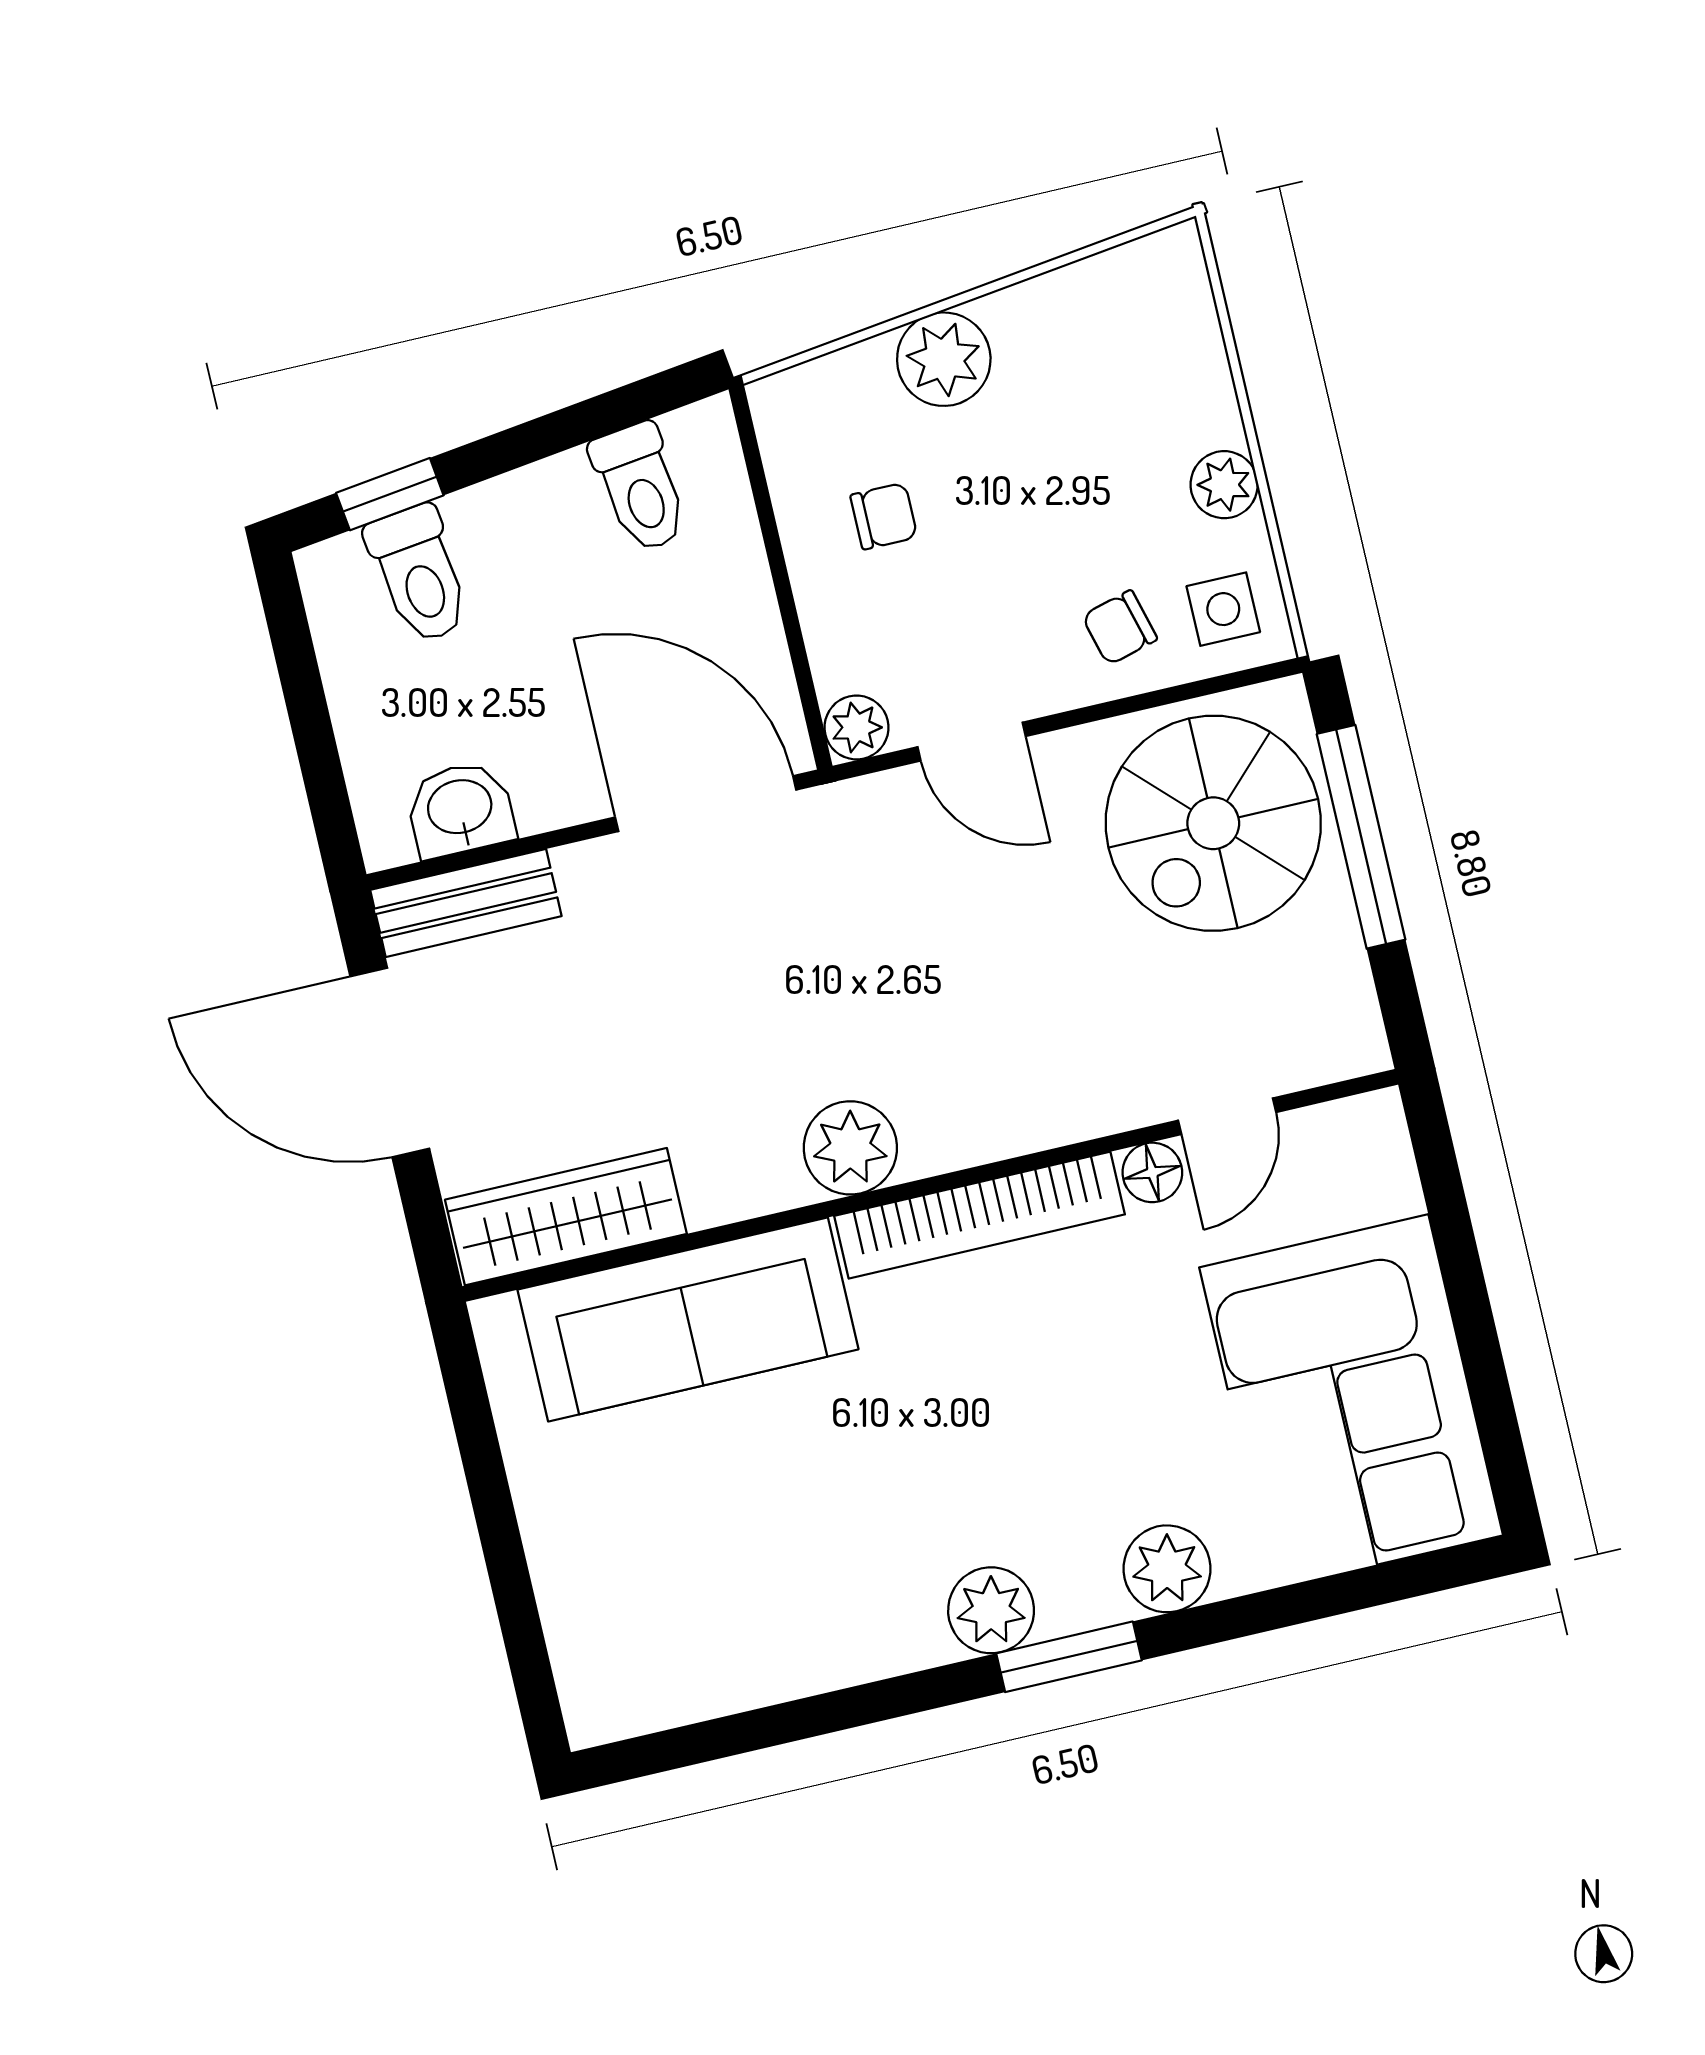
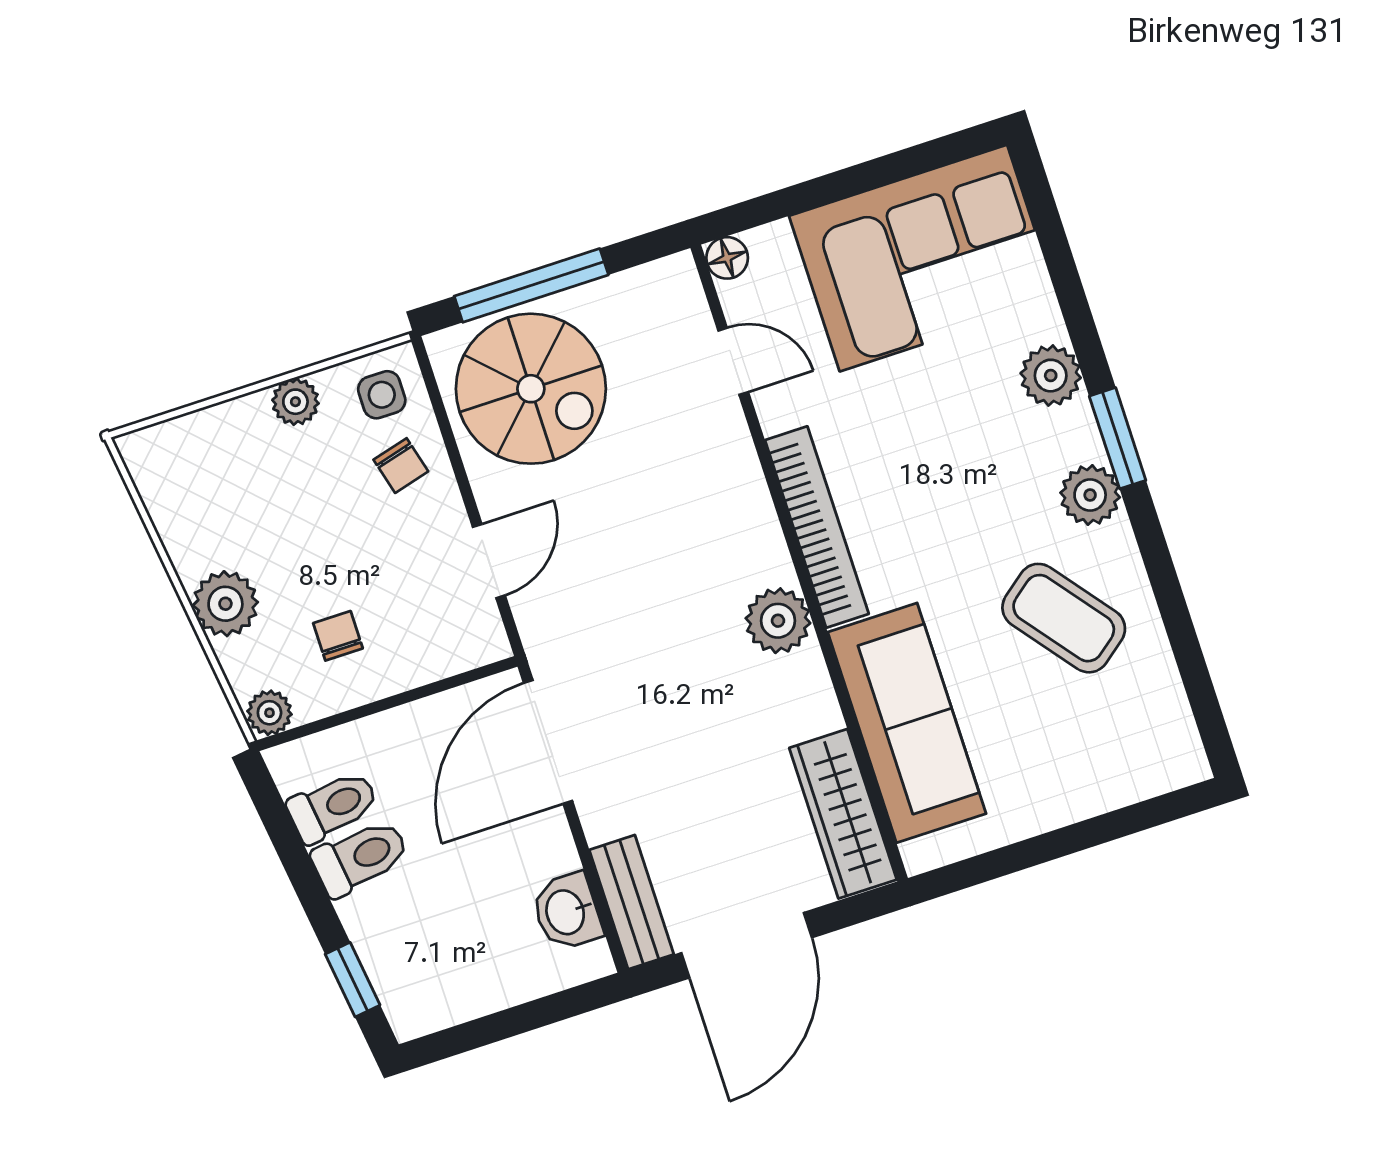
toilet: (419, 574) -> (360, 858), moved
plant: (856, 727) -> (269, 713), moved
floor lamp: (1152, 1172) -> (727, 258), moved
coffee table: (818, 1557) -> (1064, 618), added

